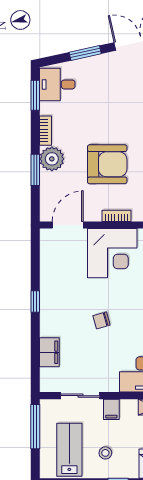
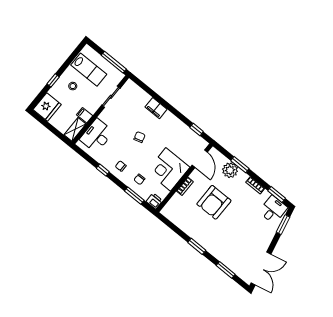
window: (85, 53) -> (283, 225), moved
plant: (52, 159) -> (230, 170), moved
window: (35, 301) -> (197, 129), moved
filing cabinet: (49, 352) -> (156, 108), moved
filing cabinet: (111, 409) -> (85, 115), moved

